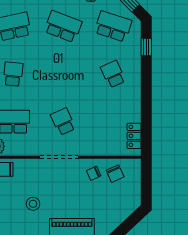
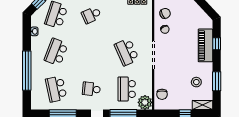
school desk: (63, 122) -> (127, 52), width x1.85
stool: (33, 204) -> (196, 82), moved

